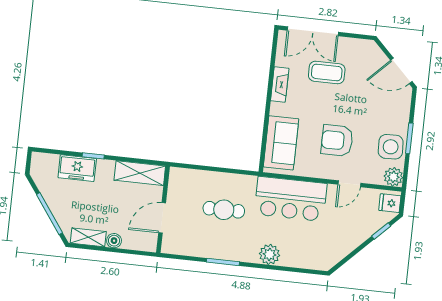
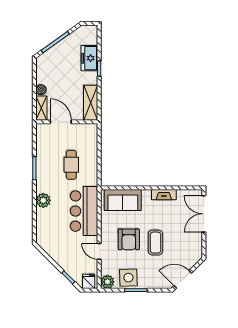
door: (401, 71) -> (183, 279), hinge flipped
coffee table: (327, 72) -> (155, 243), moved
armchair: (337, 140) -> (129, 239), turned 180
shelving: (88, 237) -> (41, 108), moved

